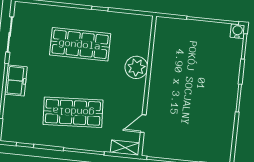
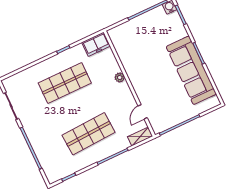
plant: (136, 67) -> (120, 77), width x0.53, depth x0.53
freezer: (16, 81) -> (96, 44), moved, turned 90
sofa: (220, 111) -> (191, 70), added

